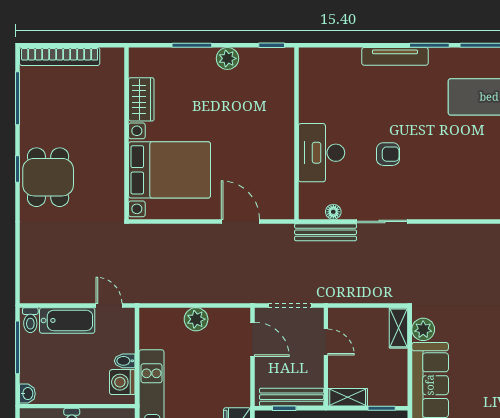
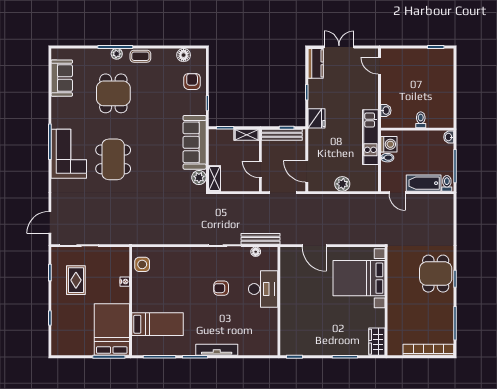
plant: (227, 58) -> (322, 348), removed
wardrobe: (141, 99) -> (377, 342), moved

